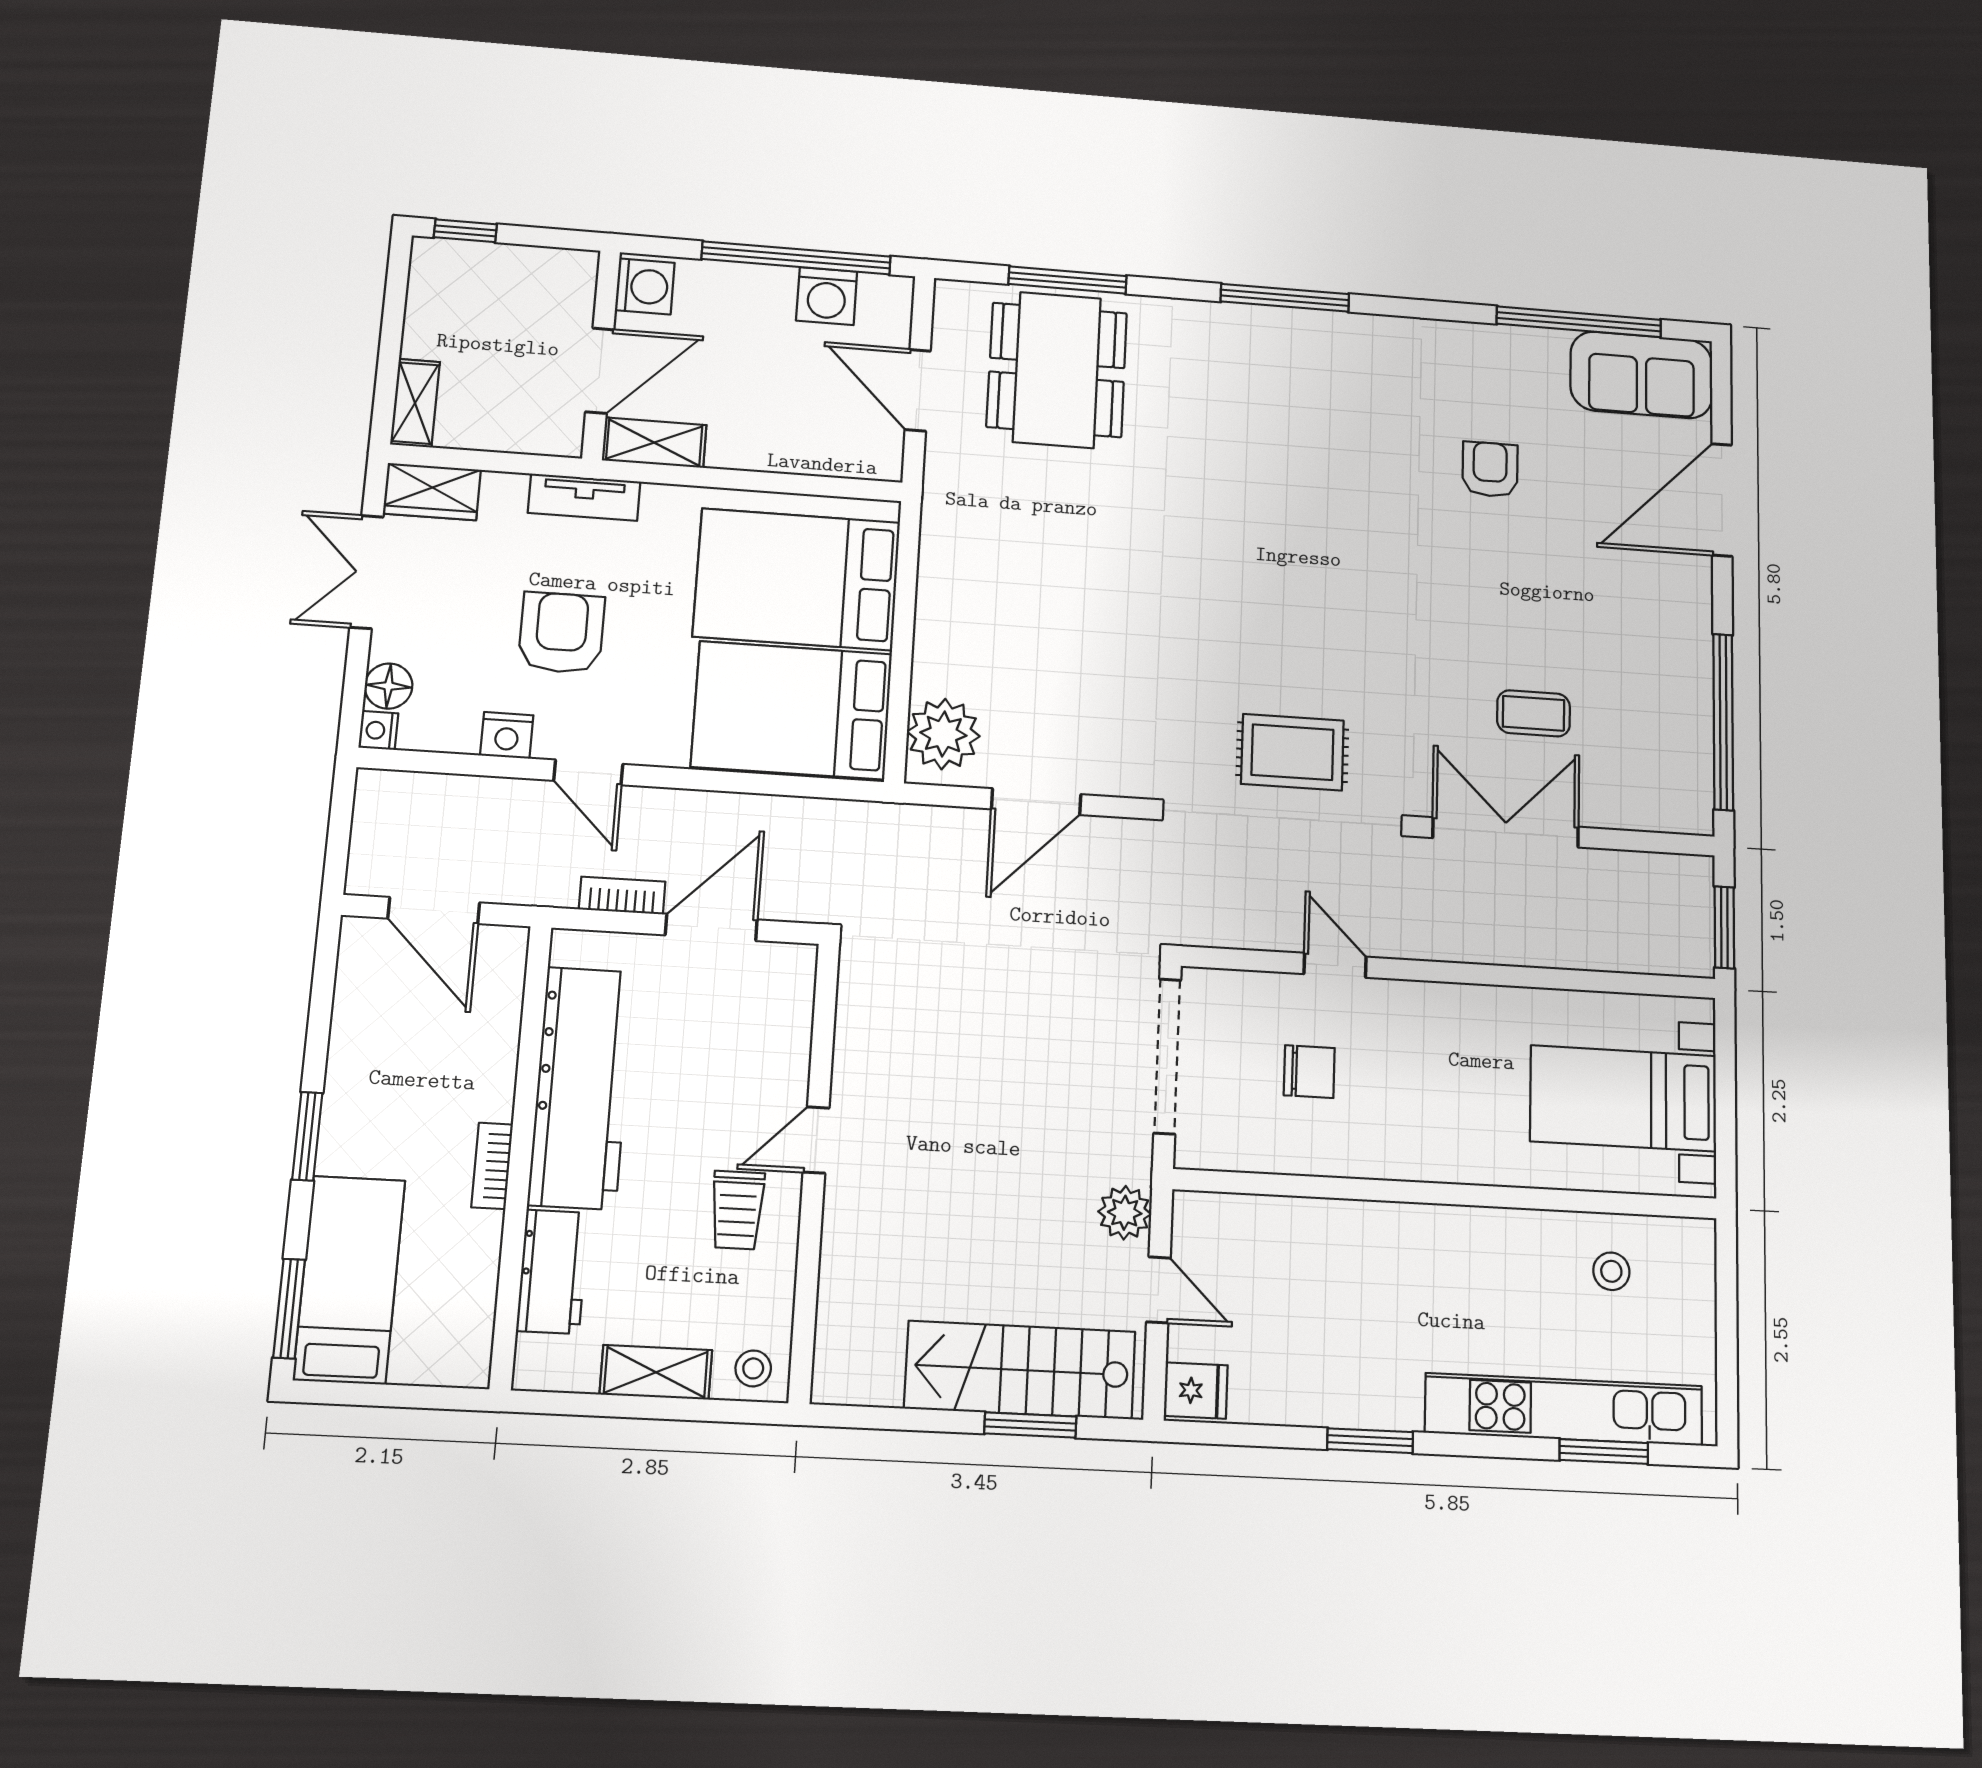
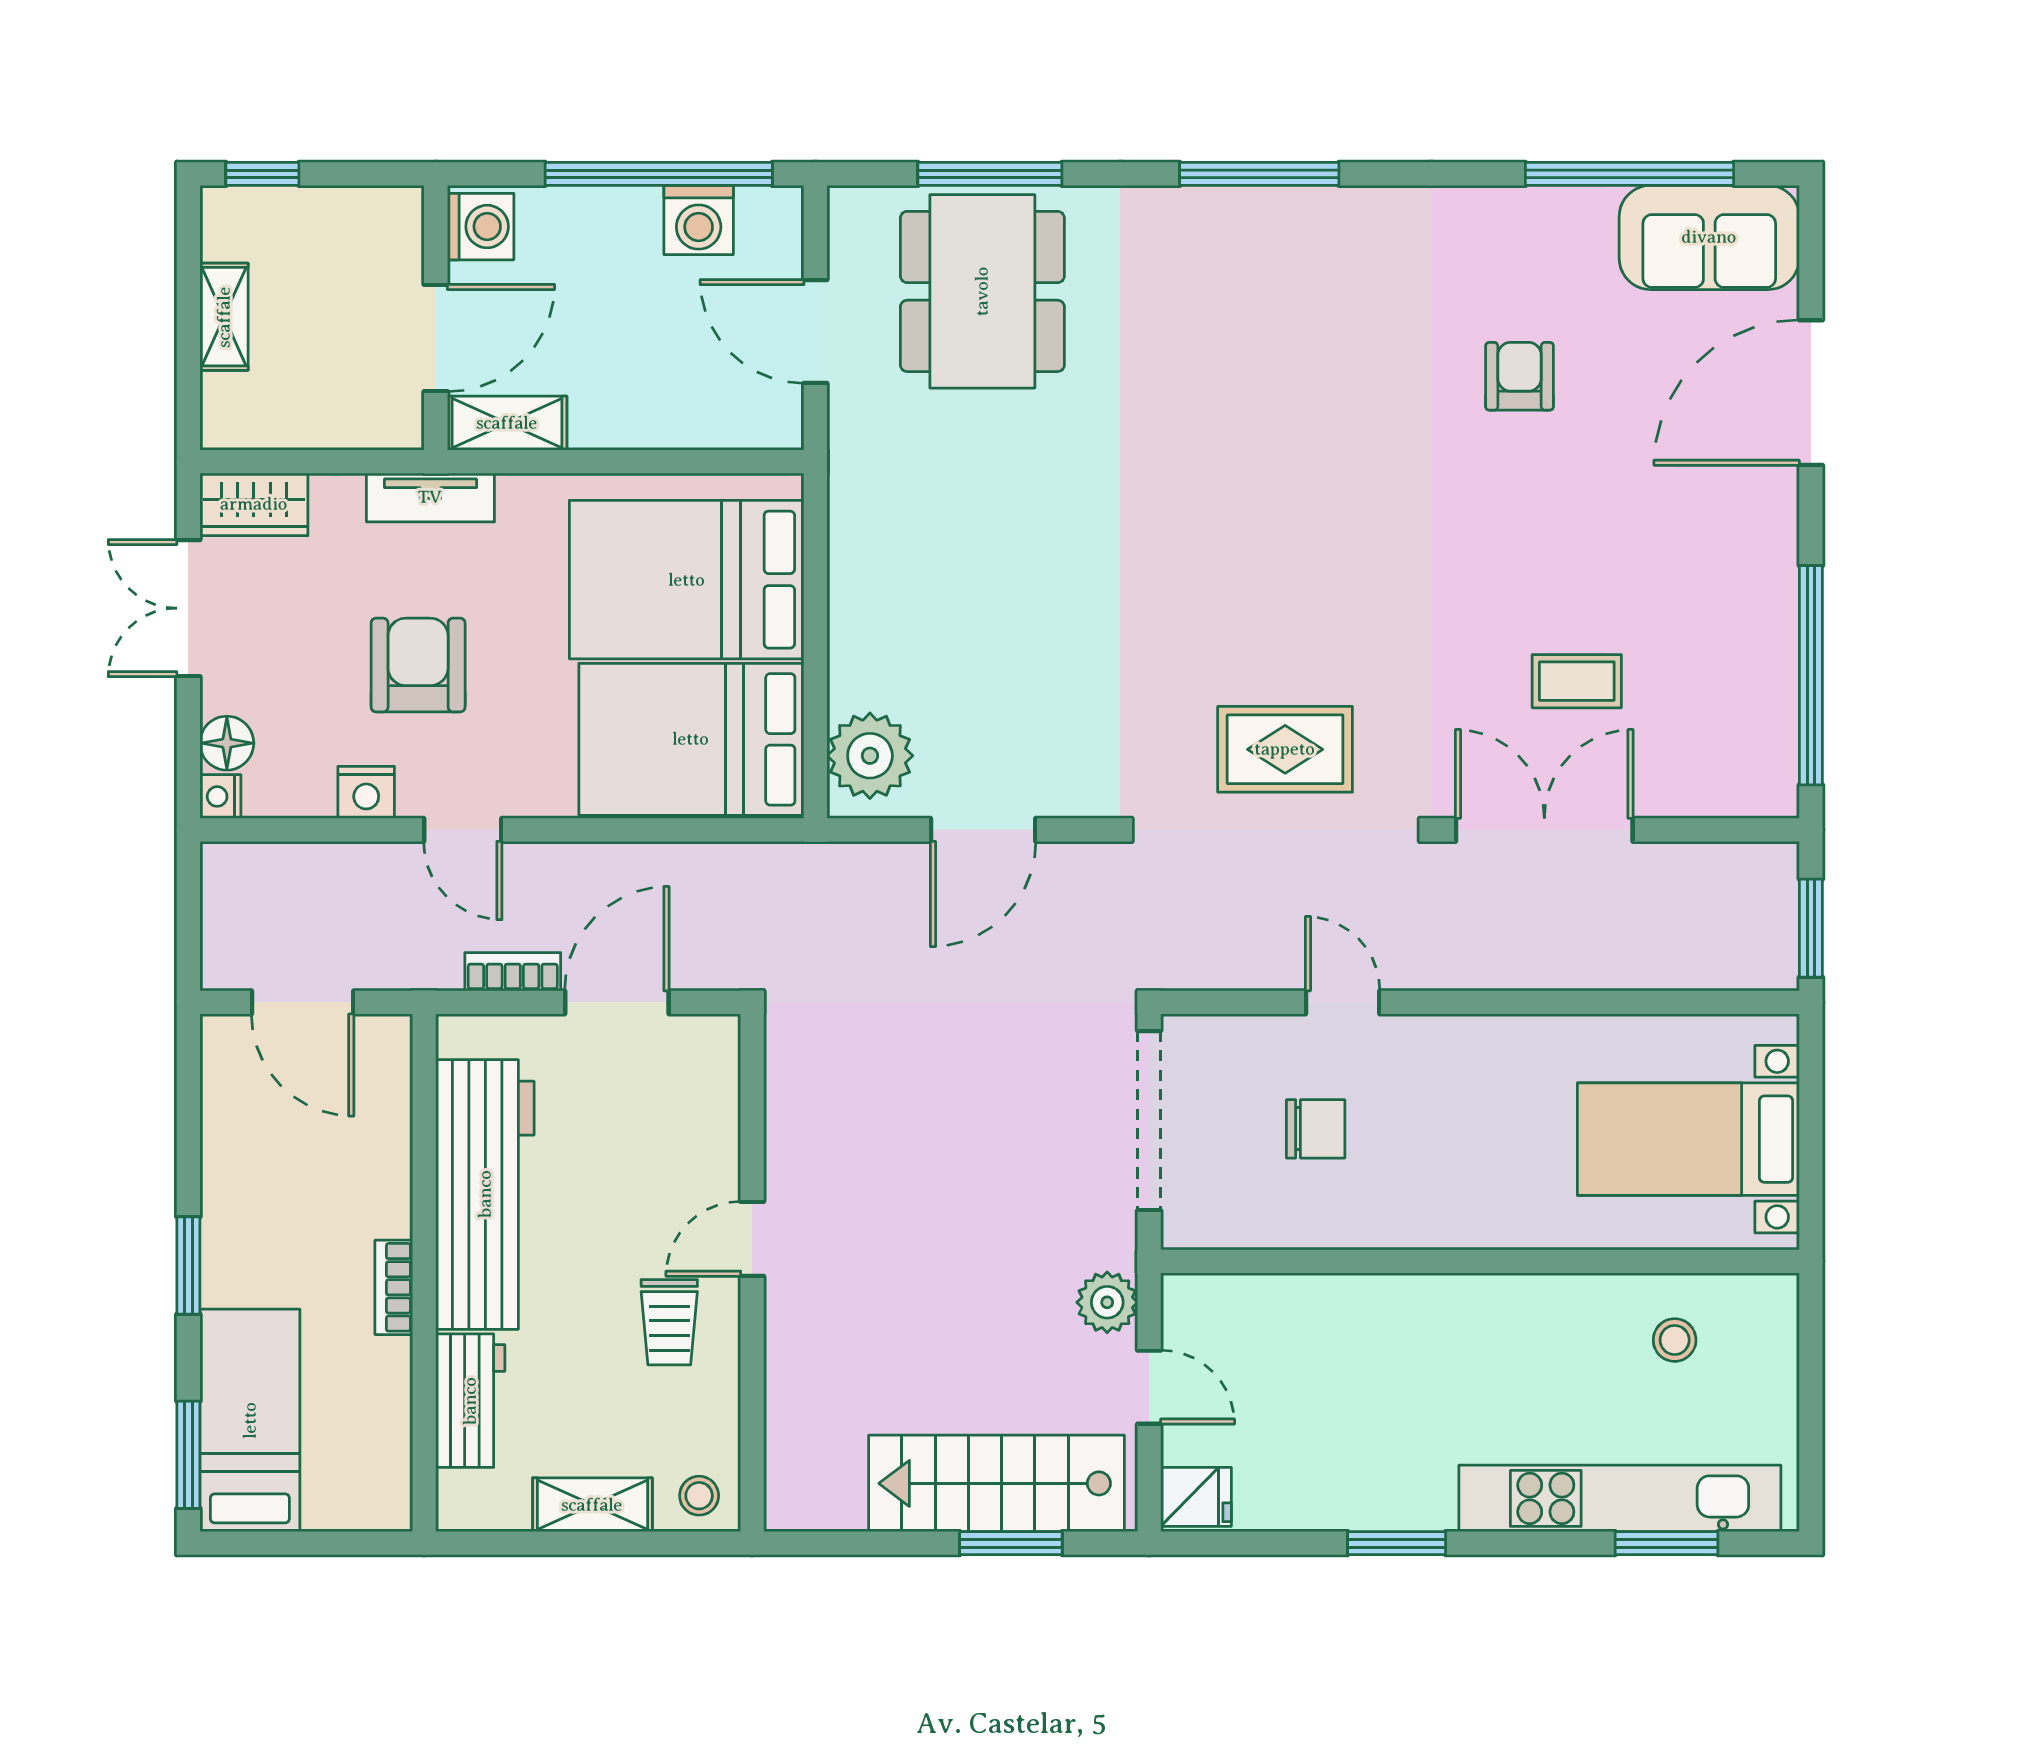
shelving: (415, 403) -> (224, 317), moved

